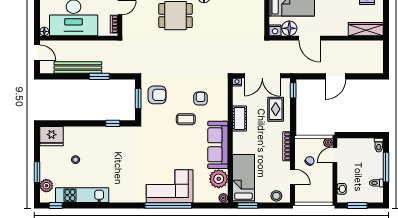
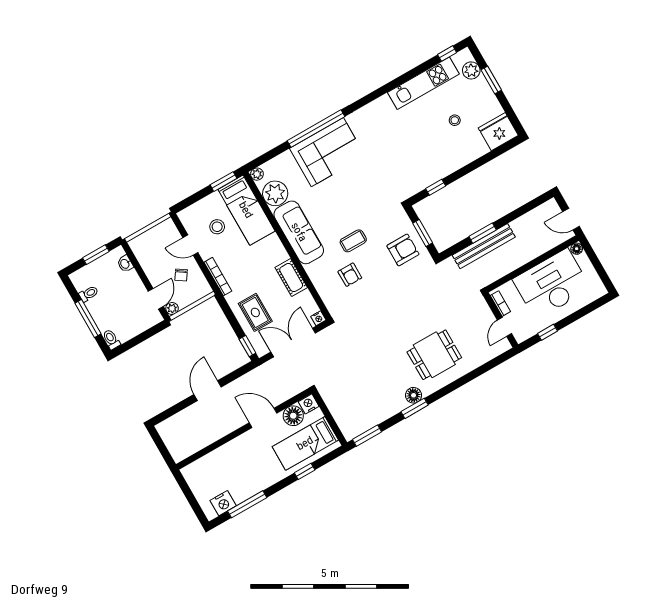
wardrobe: (366, 29) -> (204, 466), removed
bench: (78, 67) -> (484, 246), moved
armchair: (157, 95) -> (403, 250), turned 180
stool: (276, 196) -> (217, 227), moved

